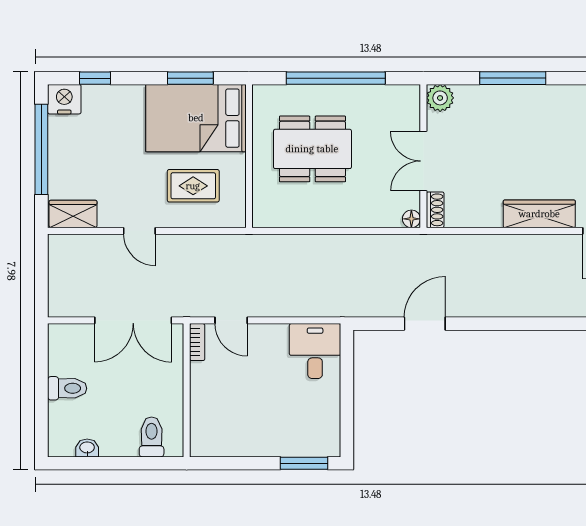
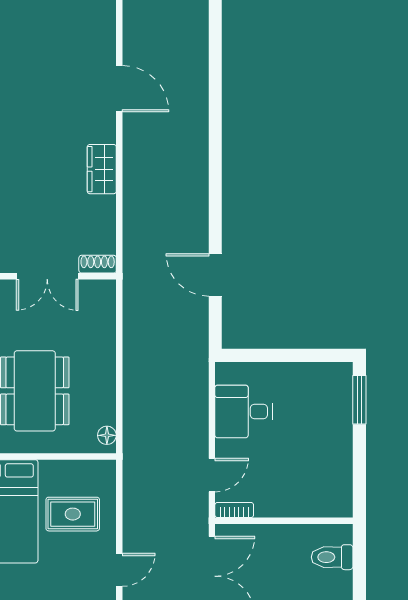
rug: (193, 186) -> (73, 514), turned 90
wardrobe: (539, 214) -> (102, 169), width x0.67
floor lamp: (411, 219) -> (107, 435), moved
desk: (315, 351) -> (243, 411), moved

